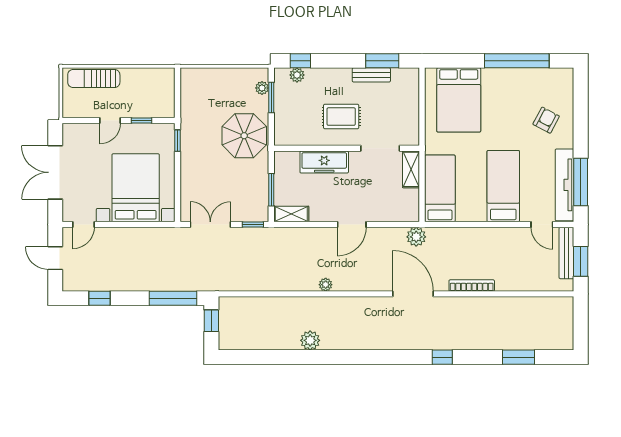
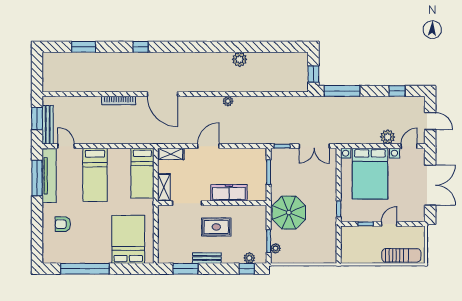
bench: (371, 75) -> (207, 258), moved
armchair: (546, 120) -> (63, 224), turned 62
shelving: (291, 214) -> (171, 154), moved
plant: (416, 237) -> (388, 137), moved

